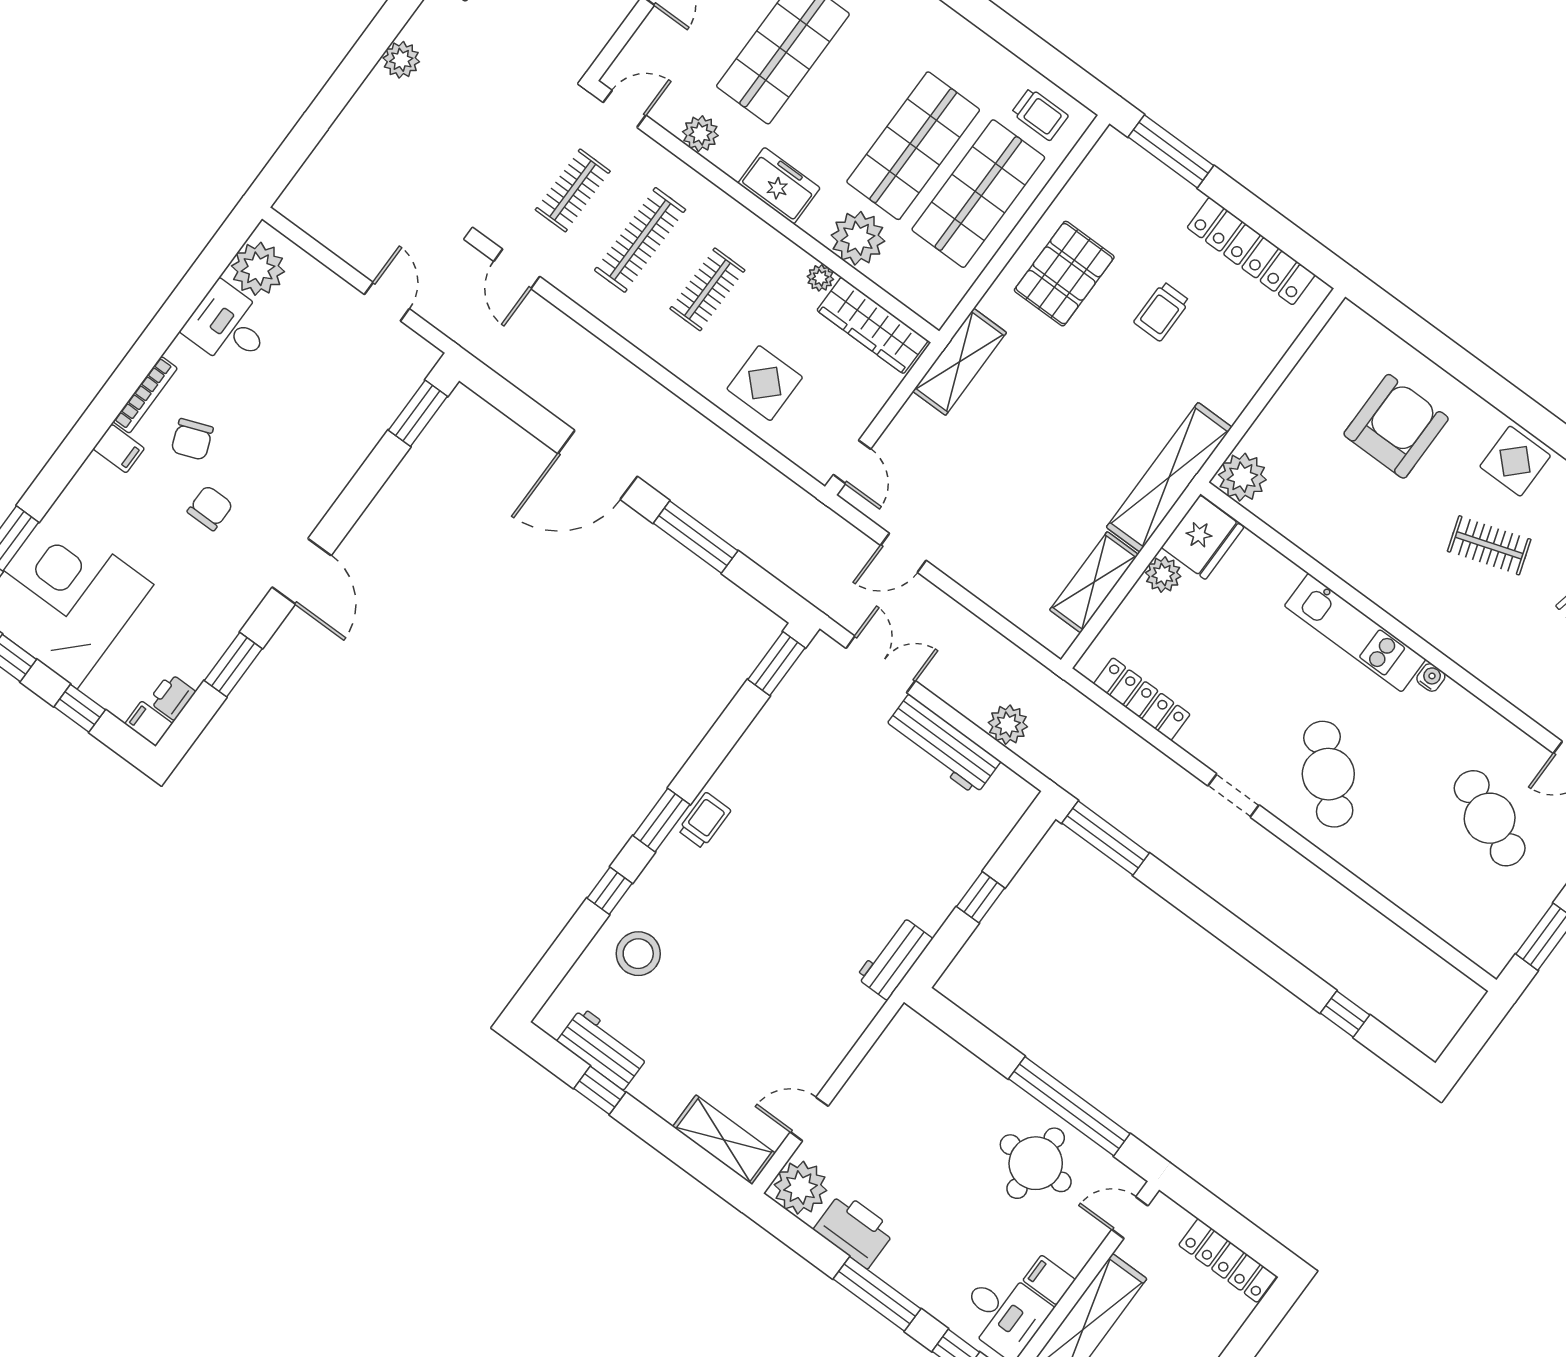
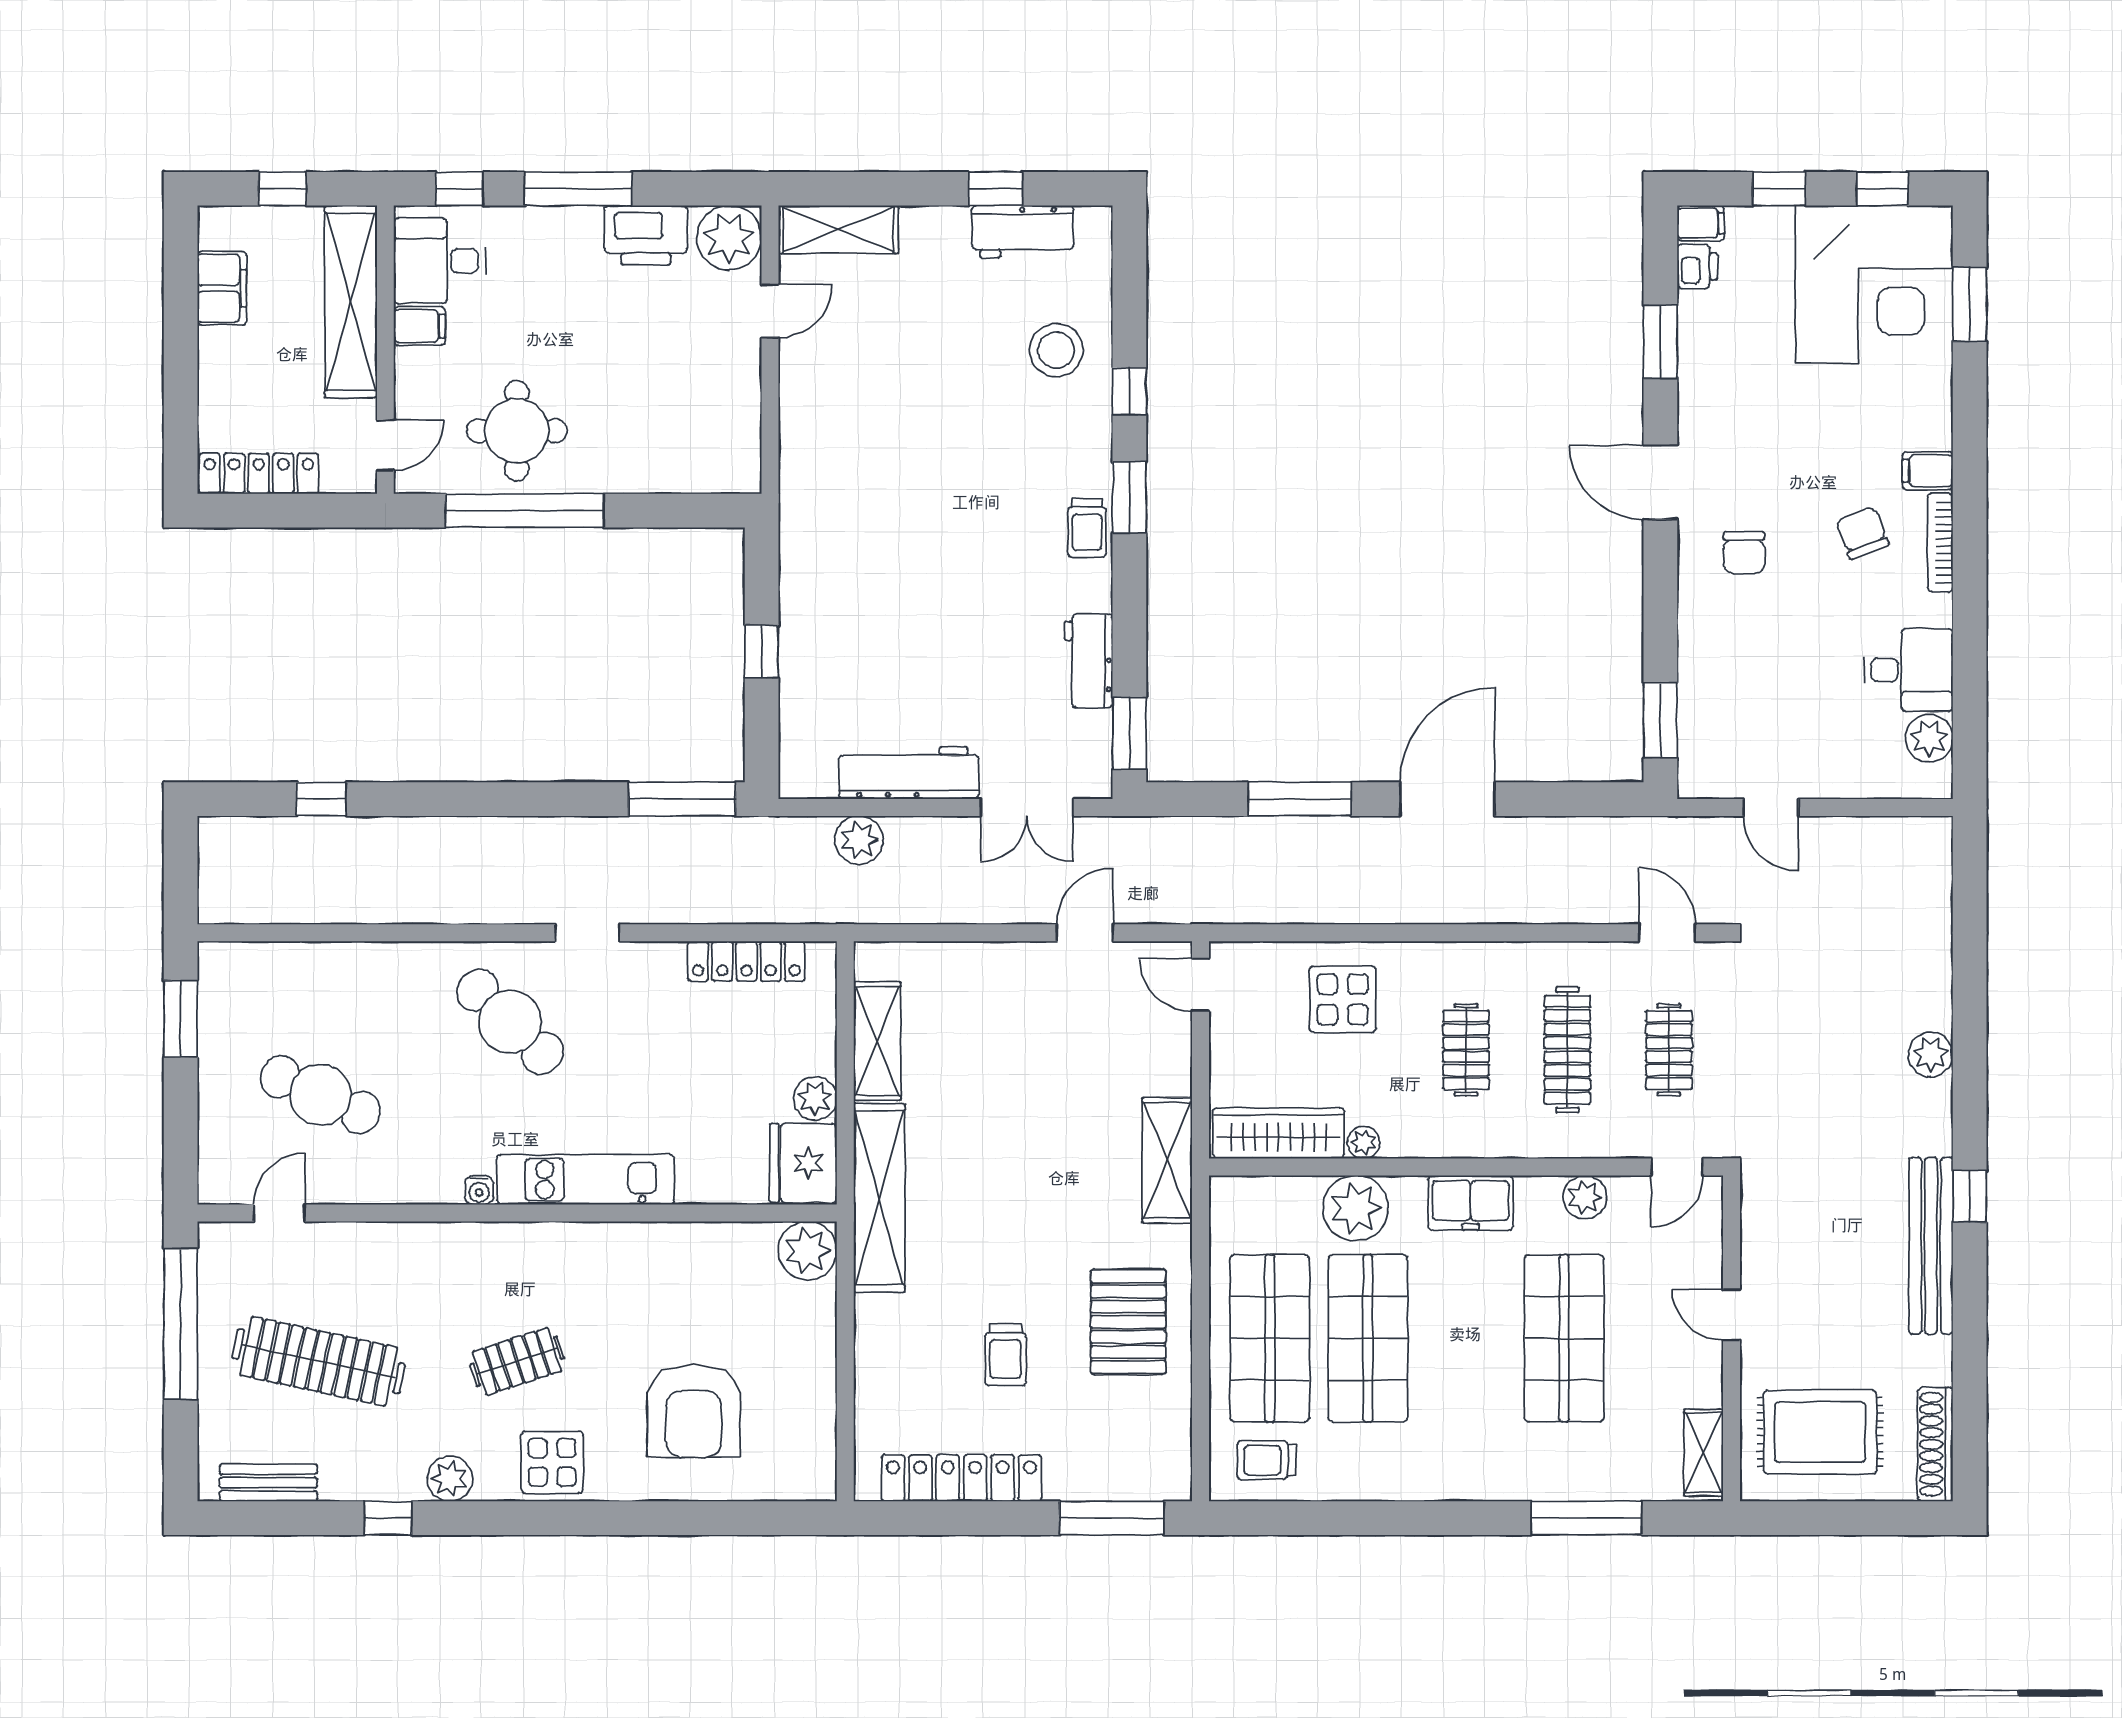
plant: (258, 269) -> (1929, 738), width x0.73, depth x0.73
trolley: (1162, 312) -> (1006, 1355), turned 180
chair: (210, 508) -> (1744, 553), moved
workbench: (894, 958) -> (1089, 661), moved, turned 180

